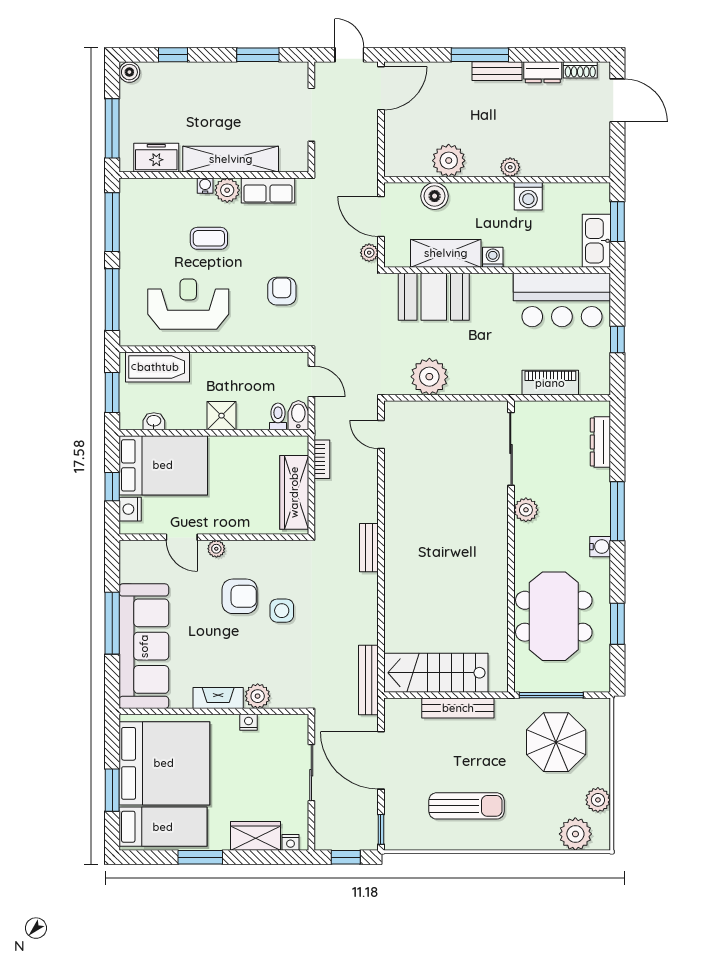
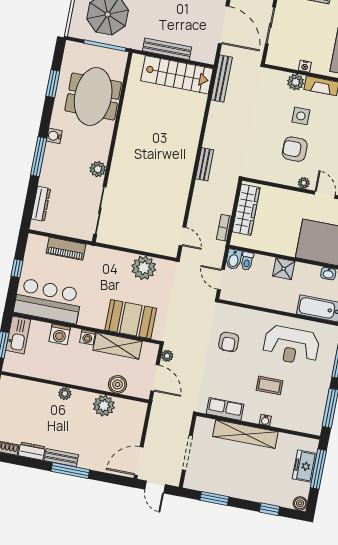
freezer: (156, 158) -> (304, 466), moved, turned 90
plant: (227, 190) -> (251, 414), removed
washing machine: (528, 196) -> (60, 334), moved, turned 180
side table: (282, 611) -> (301, 116), moved

